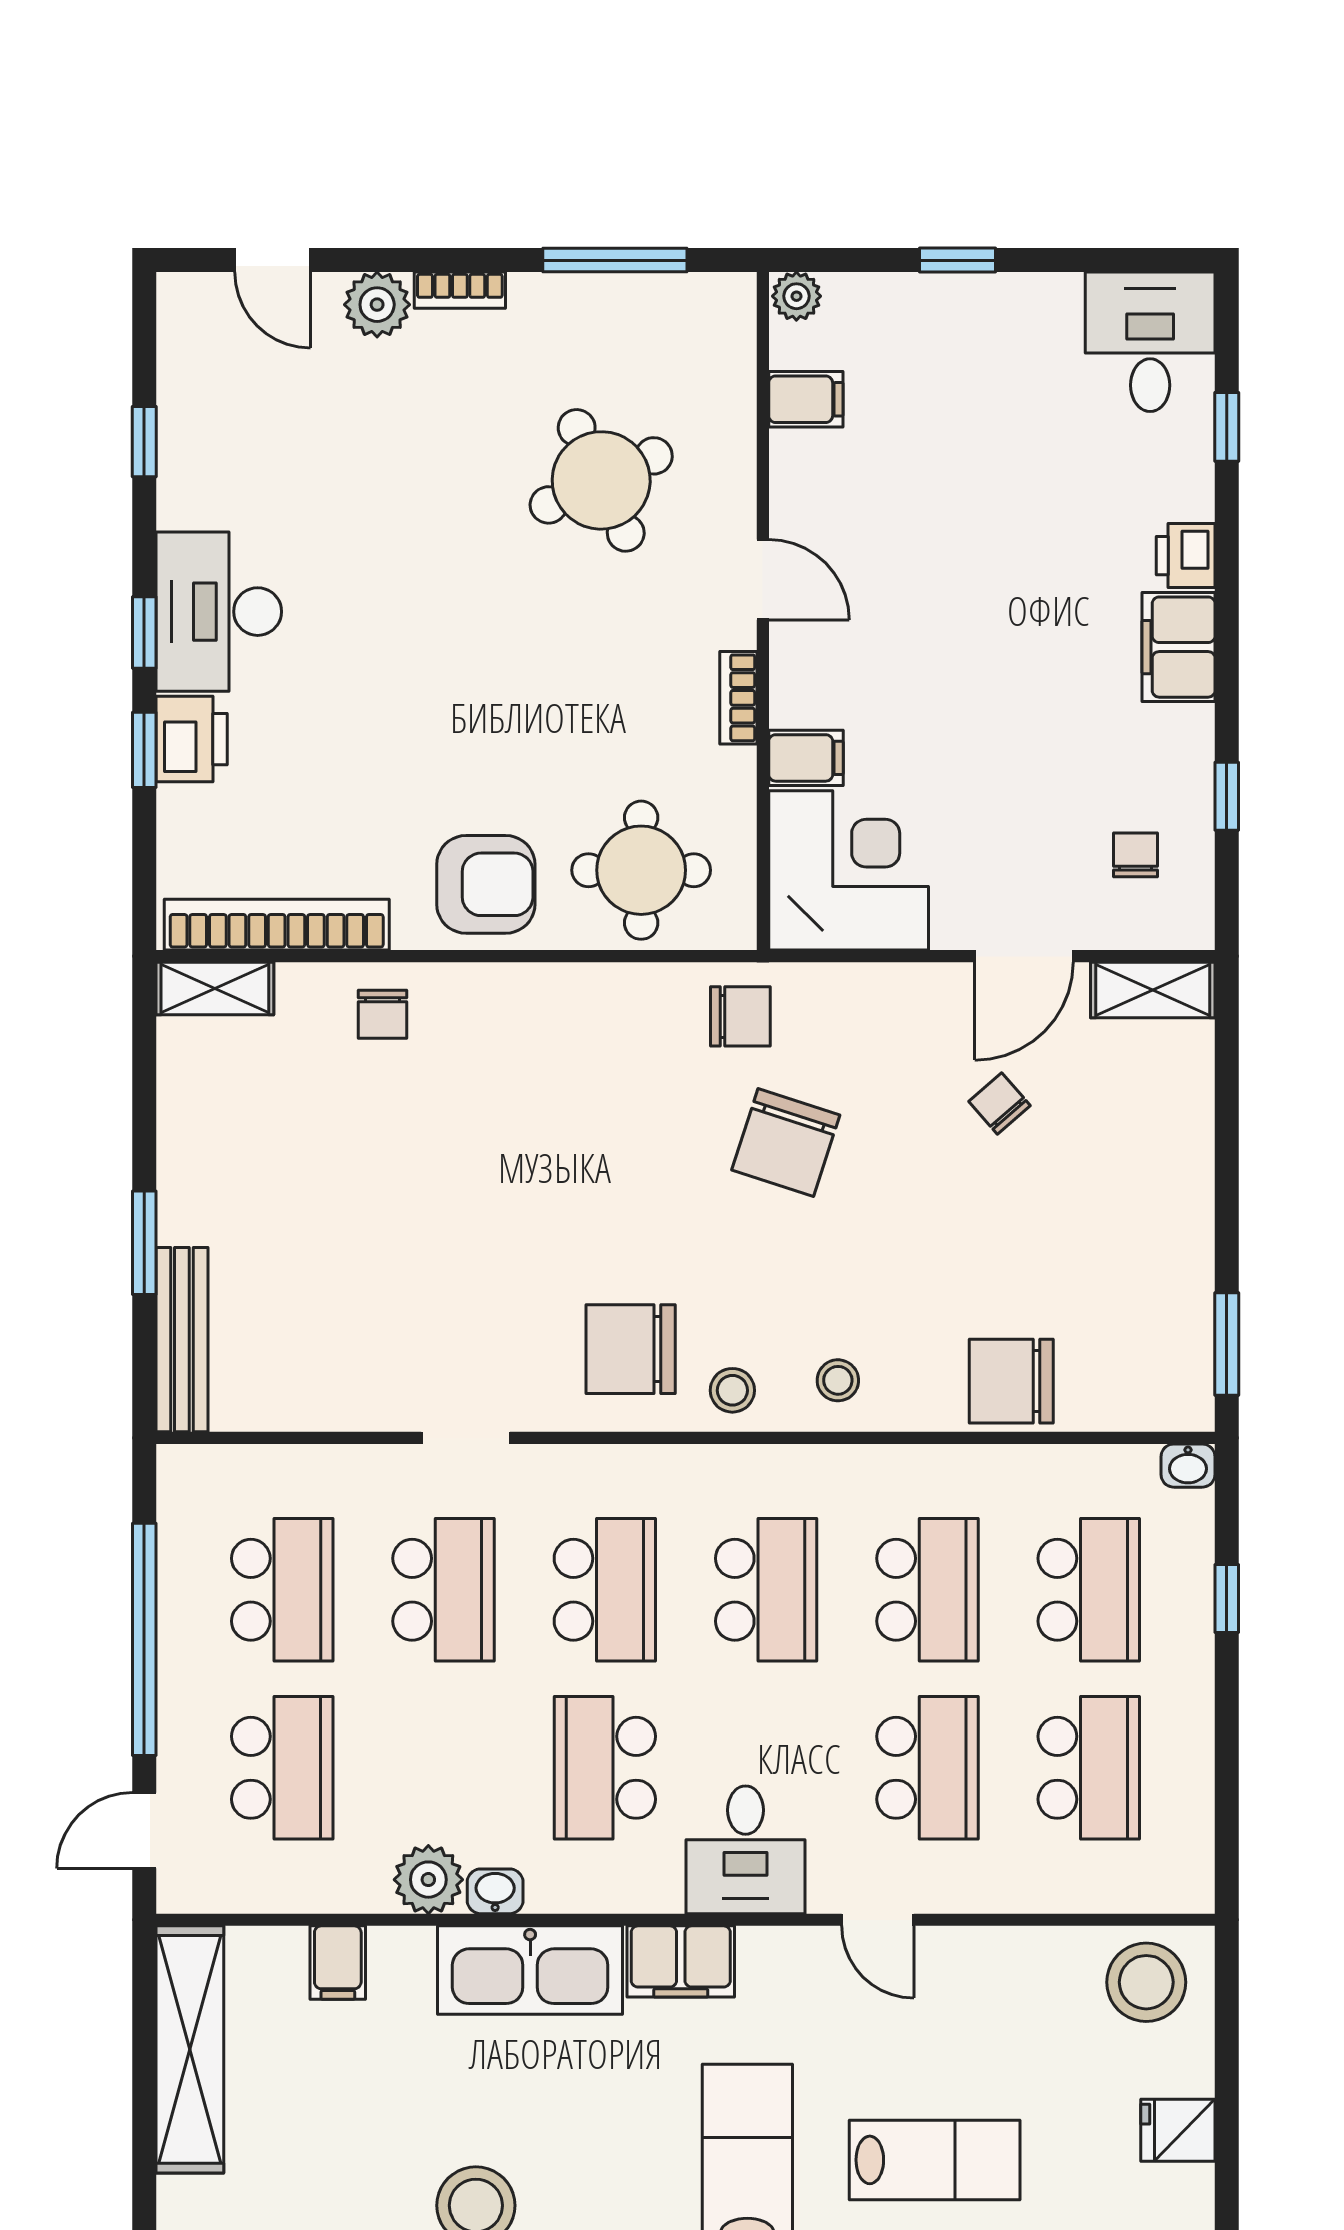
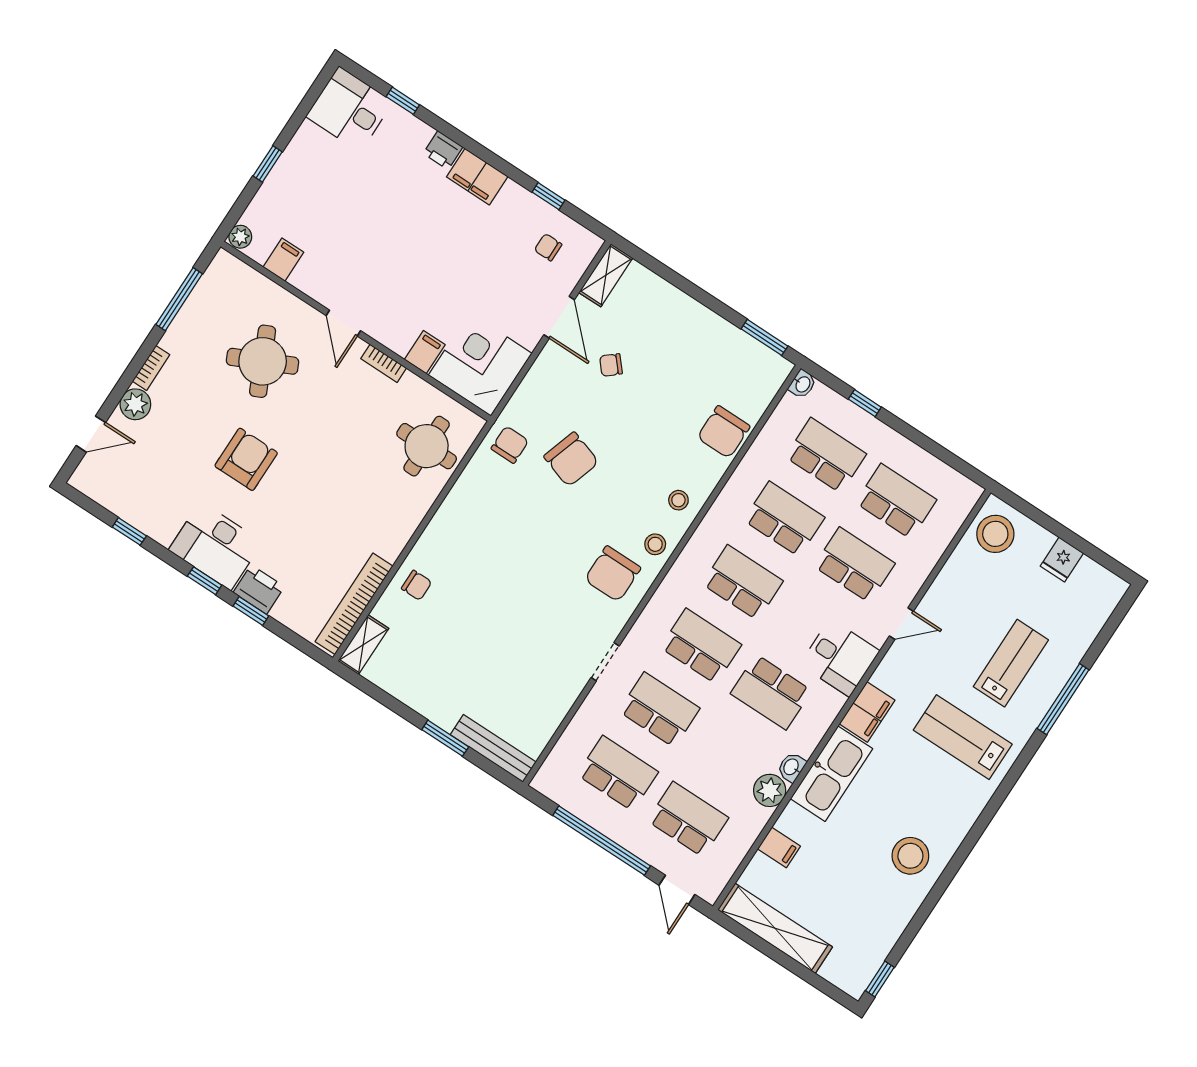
door: (763, 580) -> (343, 323), swing flipped
armchair: (486, 884) -> (246, 459), moved

